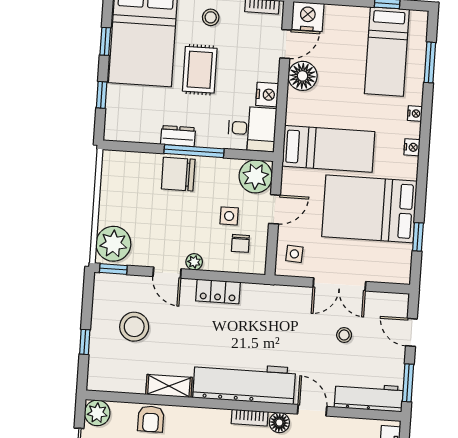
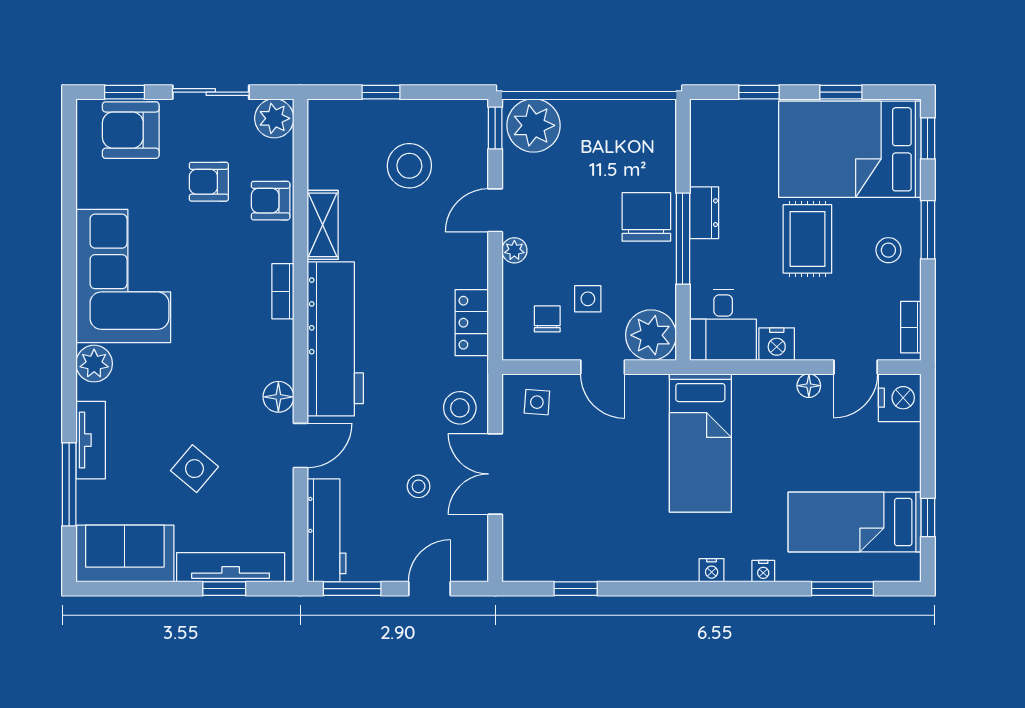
door: (286, 44) -> (856, 367), hinge flipped
rug: (200, 70) -> (807, 239), turned 90
floor lamp: (303, 76) -> (809, 386), width x0.53, depth x0.53
bed: (369, 209) -> (613, 512), removed
chair: (240, 243) -> (547, 319), turned 90
locker: (218, 291) -> (472, 323), moved
stool: (295, 305) -> (460, 408), added
bookcase: (250, 418) -> (283, 291), moved

